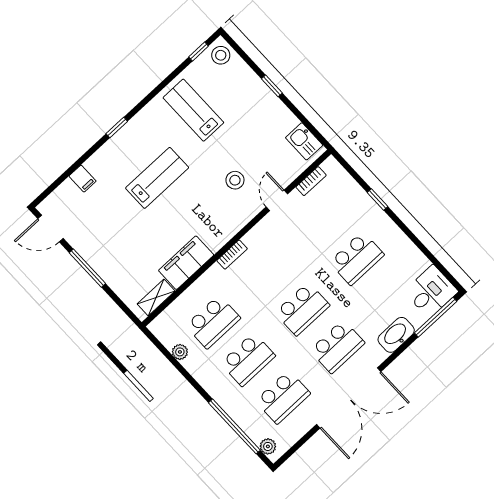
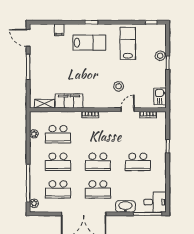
stool: (221, 55) -> (160, 56), moved
lab bench: (157, 178) -> (89, 43), moved

